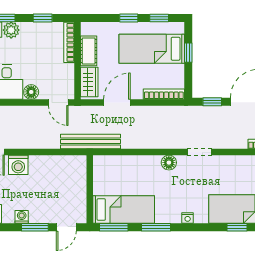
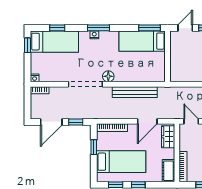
cot: (89, 51) -> (168, 171), moved
window: (188, 53) -> (94, 147), moved
bench: (91, 141) -> (135, 92), moved
doorway: (199, 152) -> (85, 84), width x1.88
window: (156, 227) -> (98, 28), moved

